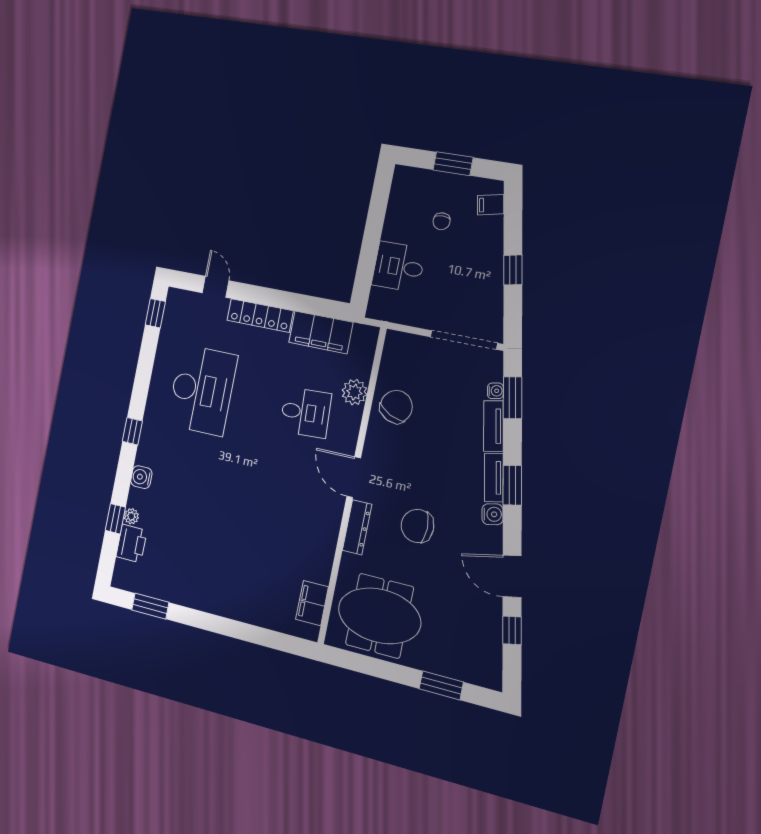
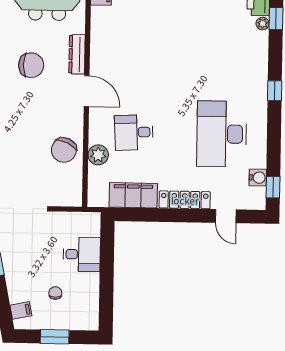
water cooler: (141, 477) -> (258, 178), moved

